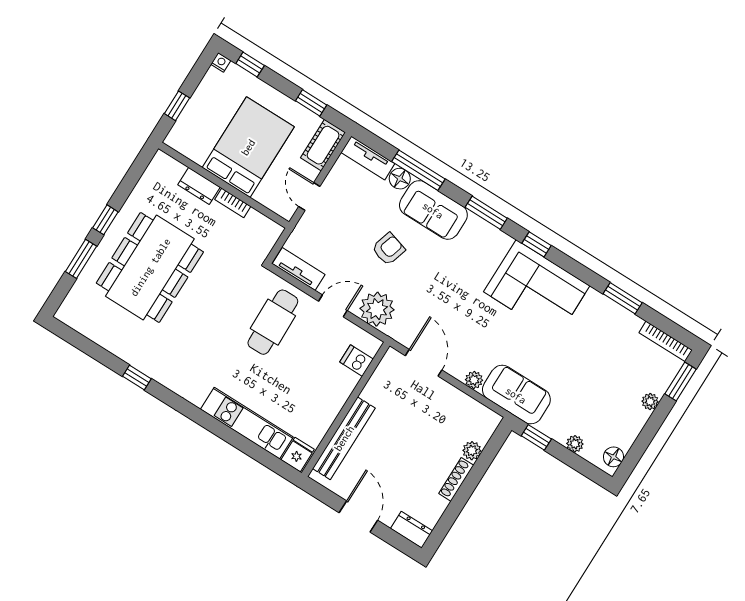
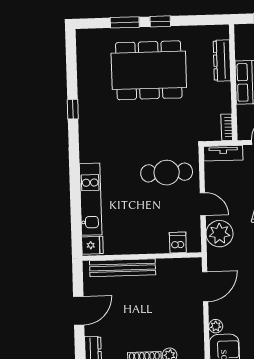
dresser: (199, 186) -> (222, 61), width x1.44
bookcase: (233, 203) -> (227, 127), moved
tv unit: (299, 269) -> (223, 153), moved, turned 90

